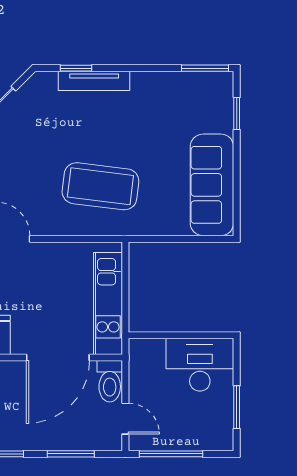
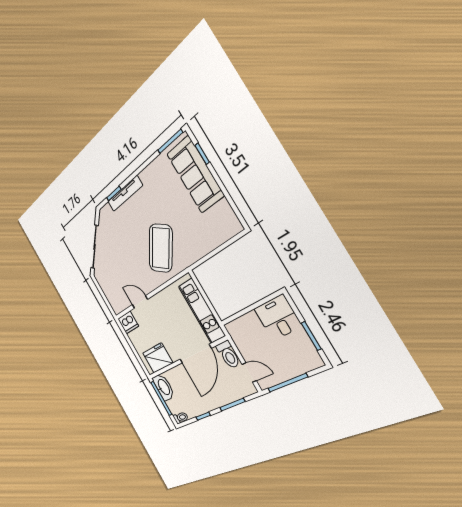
sofa: (212, 185) -> (195, 175), moved
coffee table: (100, 186) -> (161, 248), turned -61
desk: (200, 365) -> (278, 317), width x0.73

